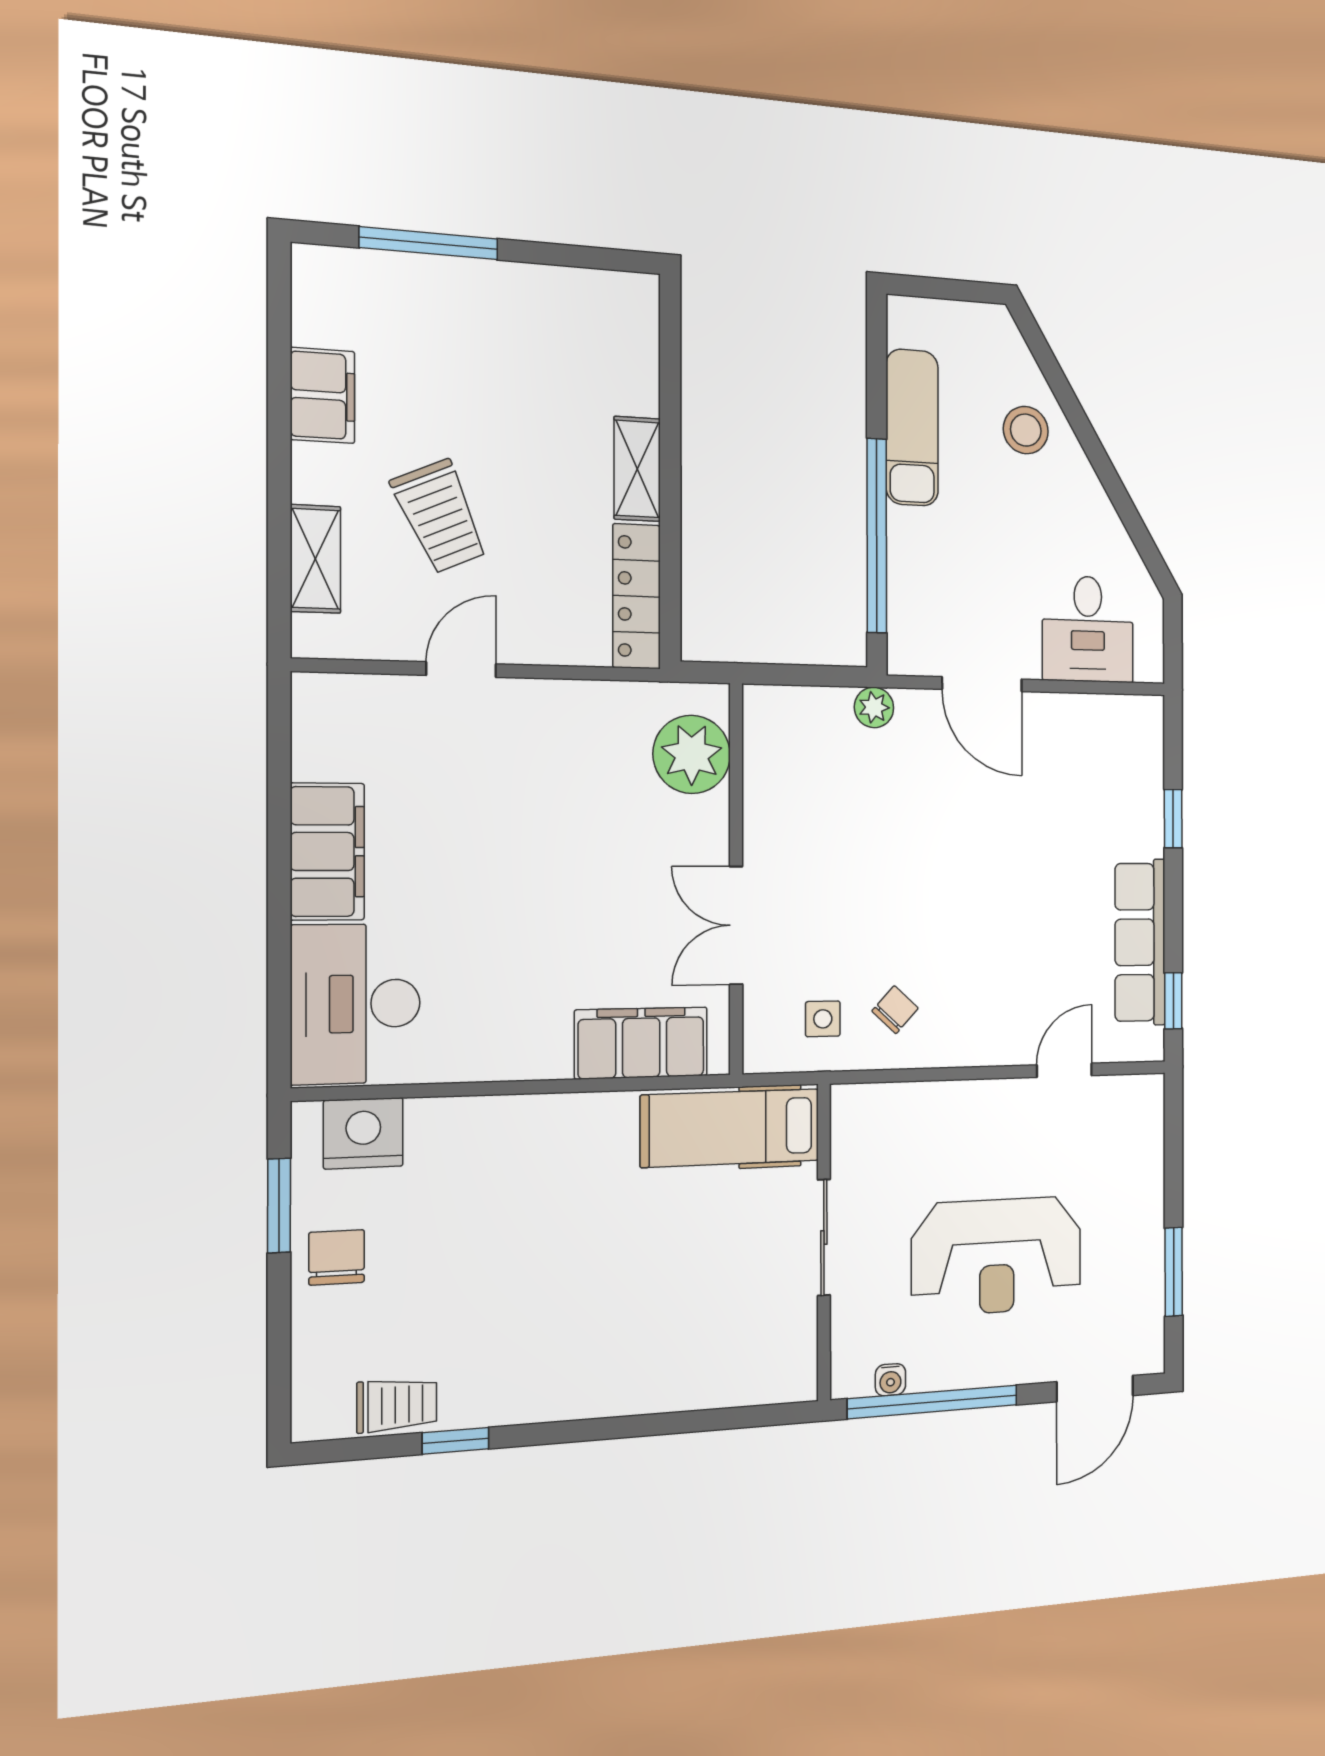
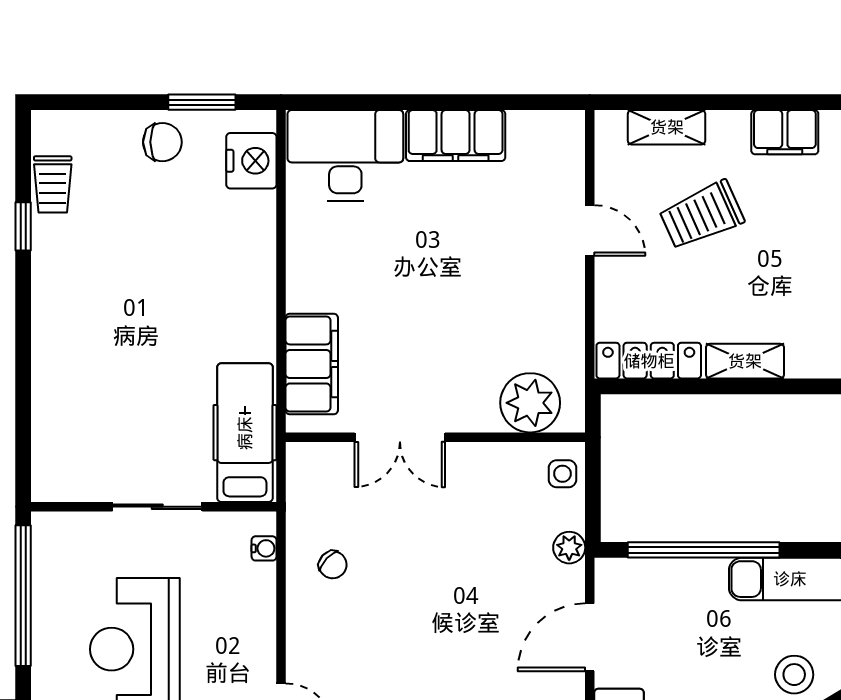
double door: (736, 925) -> (400, 437), swing flipped
side table: (823, 1019) -> (563, 474), moved
water cooler: (890, 1380) -> (264, 548), moved, turned 180

